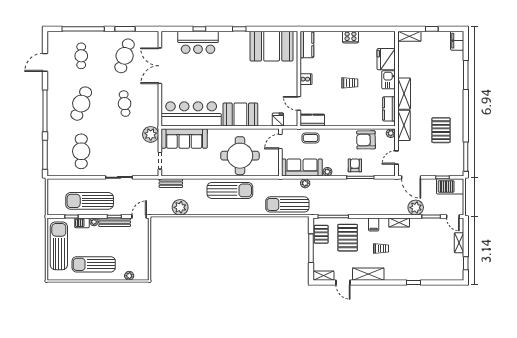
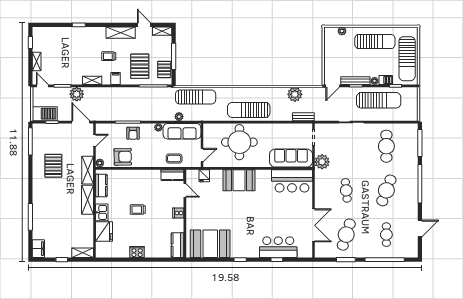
bar counter: (191, 114) -> (292, 181), width x0.73

